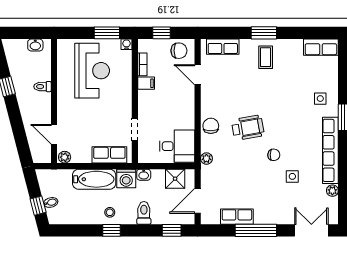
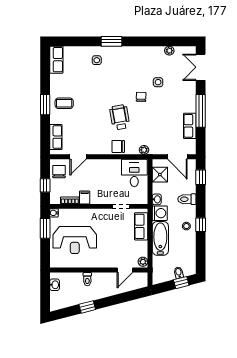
reception desk: (92, 71) -> (75, 240), turned 180
row of seats: (330, 150) -> (138, 52), removed

